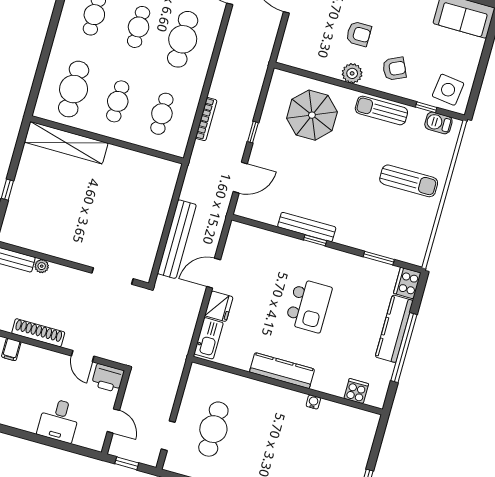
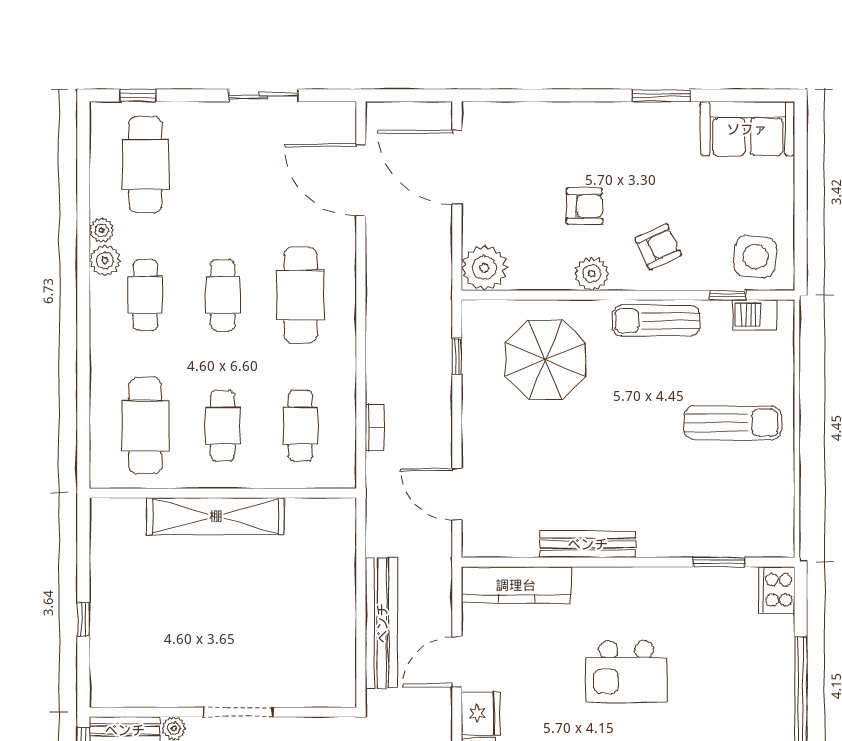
plant: (292, 53) -> (484, 268), added
bookcase: (206, 119) -> (375, 427), width x0.64
window: (253, 132) -> (457, 356), moved
shelving: (66, 143) -> (216, 516), moved
door: (240, 178) -> (457, 494), swing flipped
window: (315, 240) -> (607, 562), removed
doorway: (112, 276) -> (238, 712), moved
kitchen island: (309, 306) -> (626, 671), turned 90
kitchen counter: (394, 329) -> (516, 585), moved, turned -90

